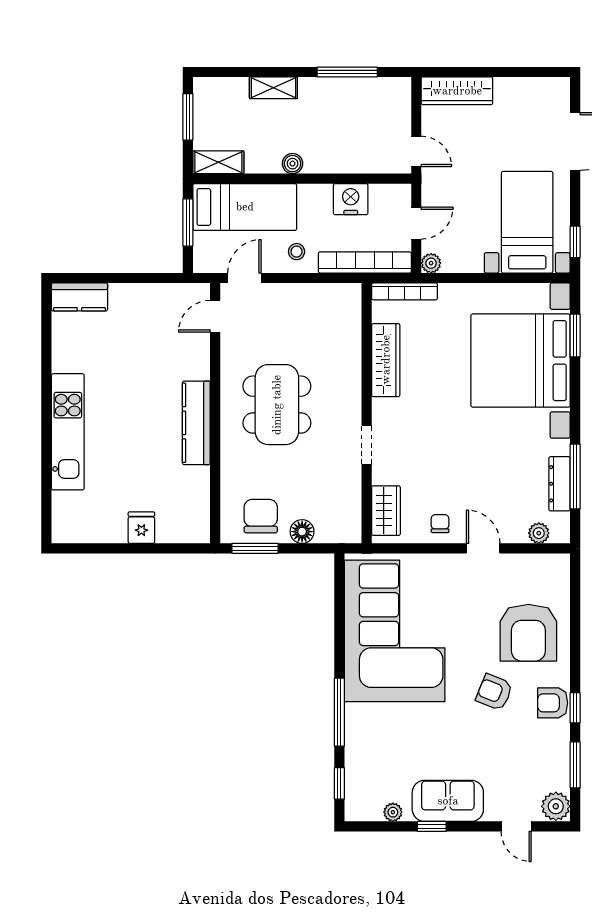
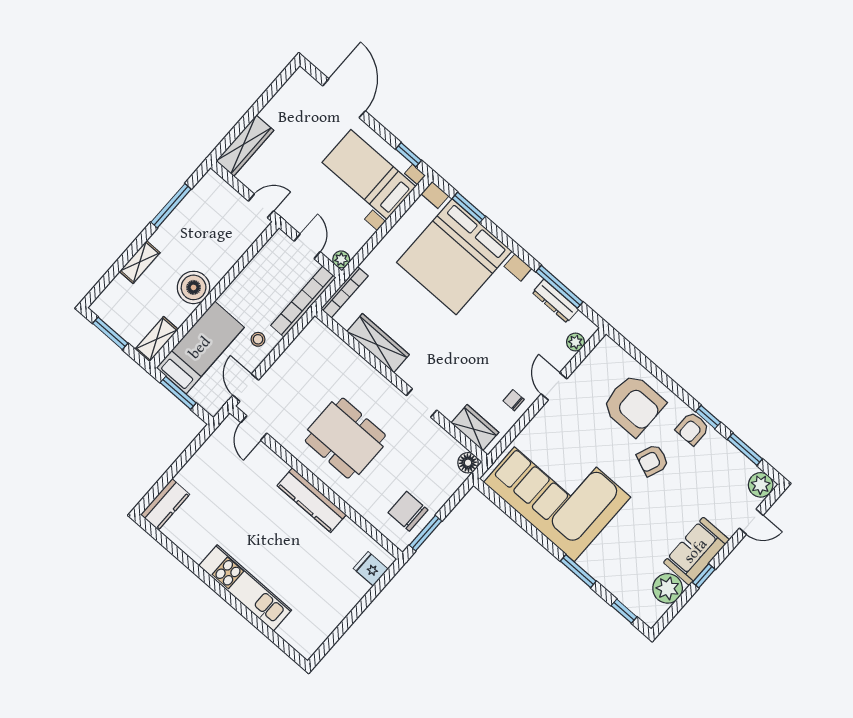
boiler: (293, 164) -> (194, 287), width x1.86, depth x1.86
nightstand: (351, 199) -> (255, 275), removed
fridge: (141, 528) -> (371, 569), moved
floor lamp: (302, 532) -> (468, 463), moved
door: (483, 548) -> (554, 386), hinge flipped
window: (339, 712) -> (578, 571), width x0.69
plant: (393, 812) -> (668, 588), width x1.87, depth x1.87

